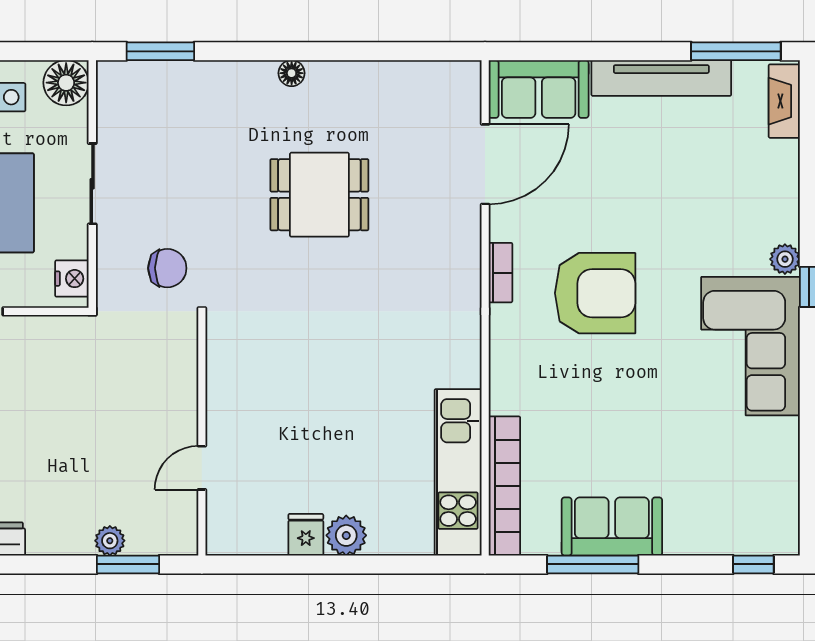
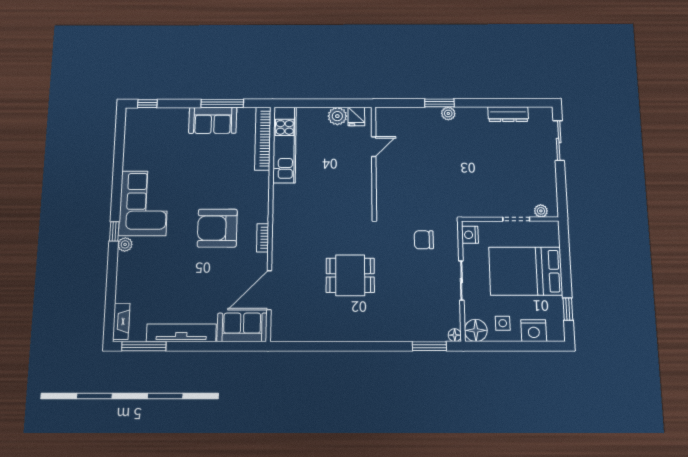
floor lamp: (292, 73) -> (455, 335), moved
wall: (202, 435) -> (374, 162), moved
door: (202, 468) -> (374, 147), moved

